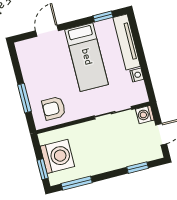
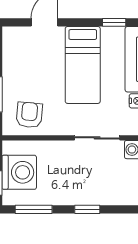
armchair: (54, 108) -> (29, 115), turned 95
window: (138, 168) -> (87, 209), moved

